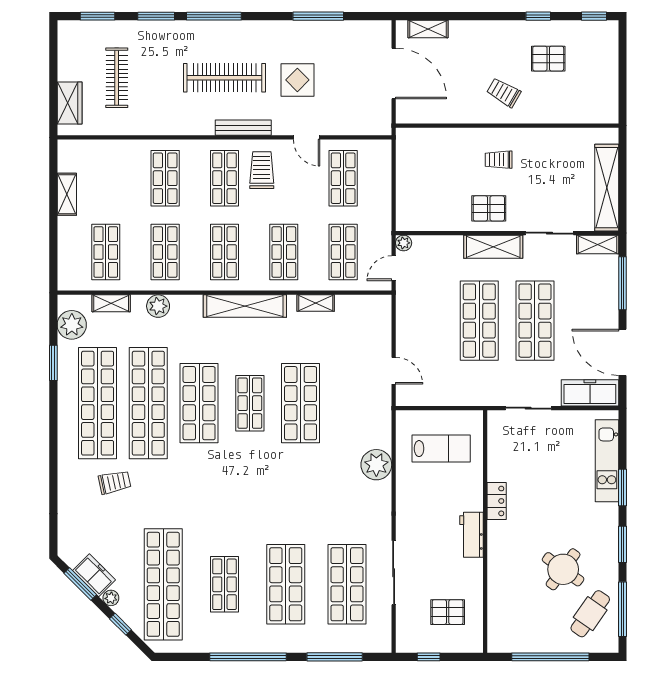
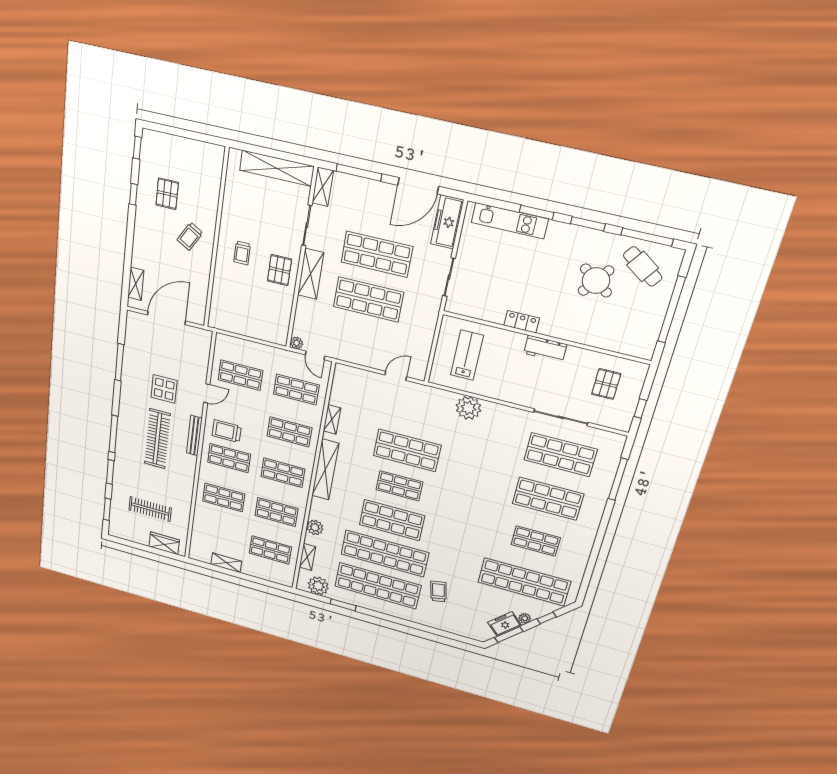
window: (248, 657) -> (599, 541), removed

